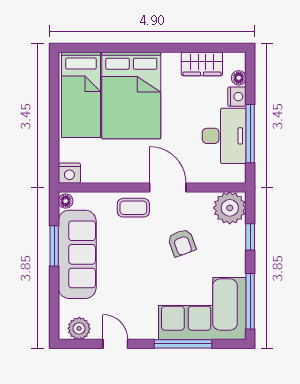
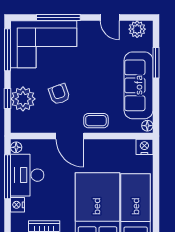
floor lamp: (239, 78) -> (16, 147), moved
plant: (230, 208) -> (23, 99), moved
window: (54, 246) -> (156, 63), moved

